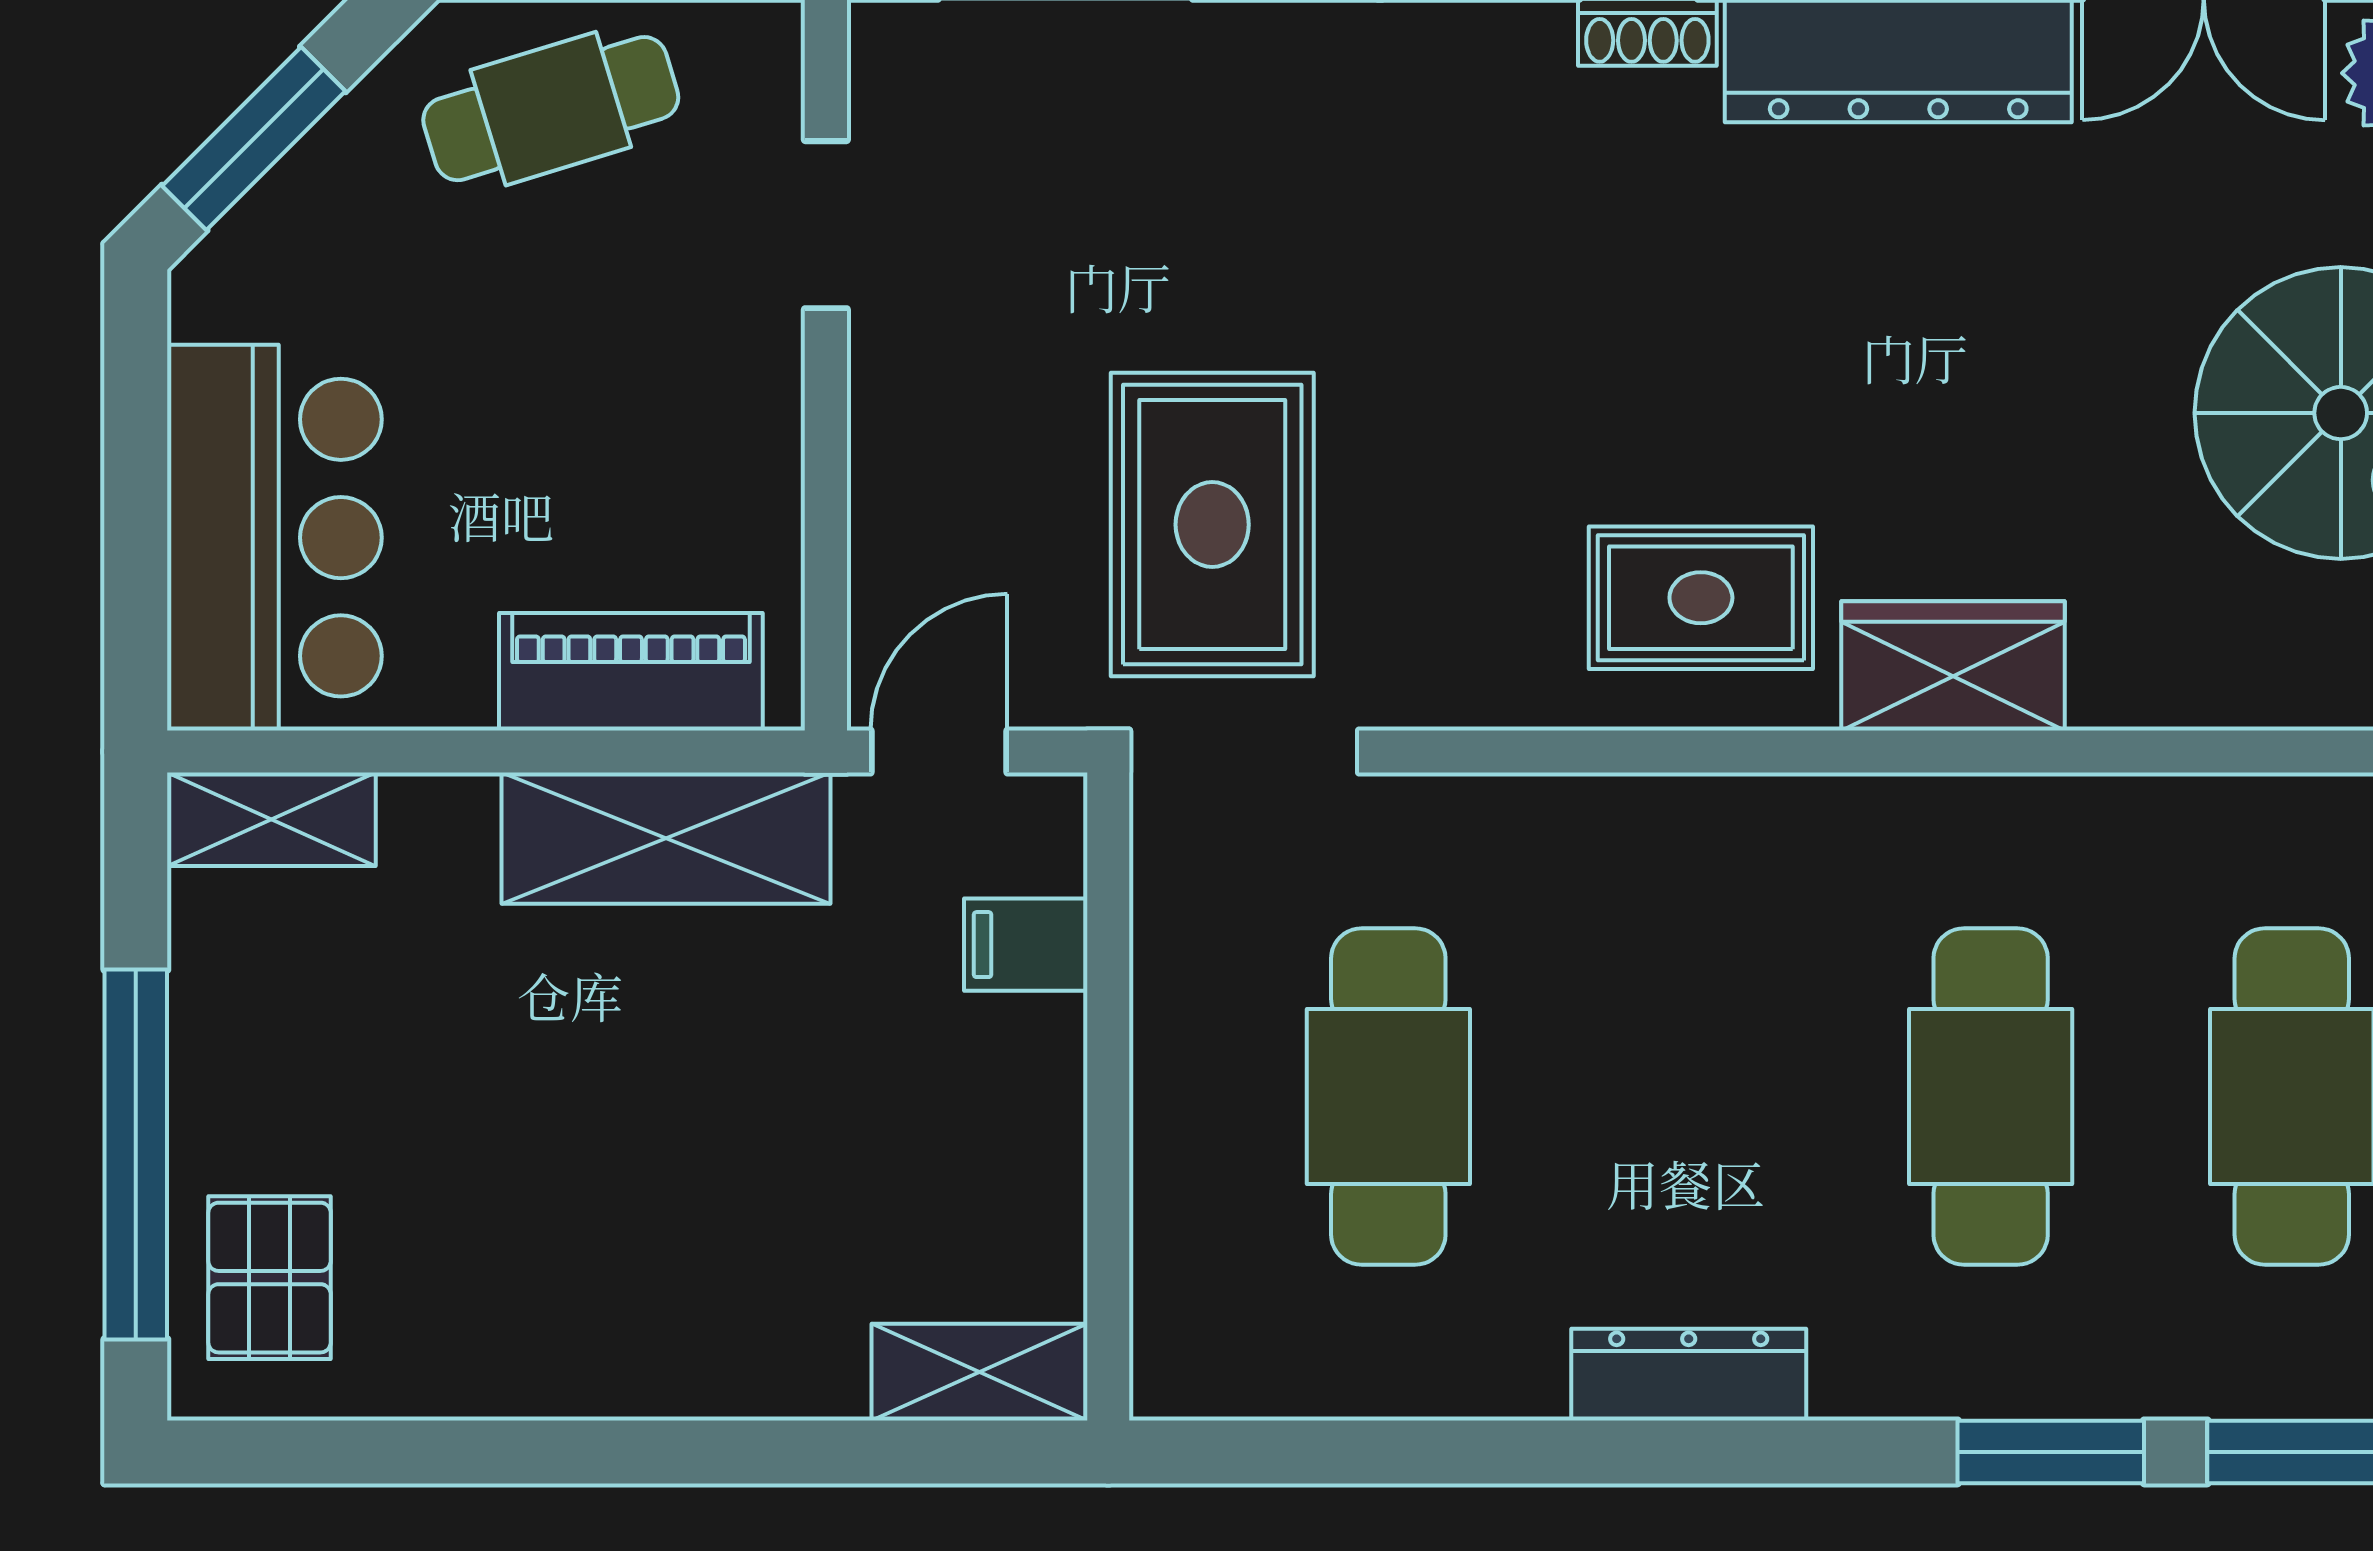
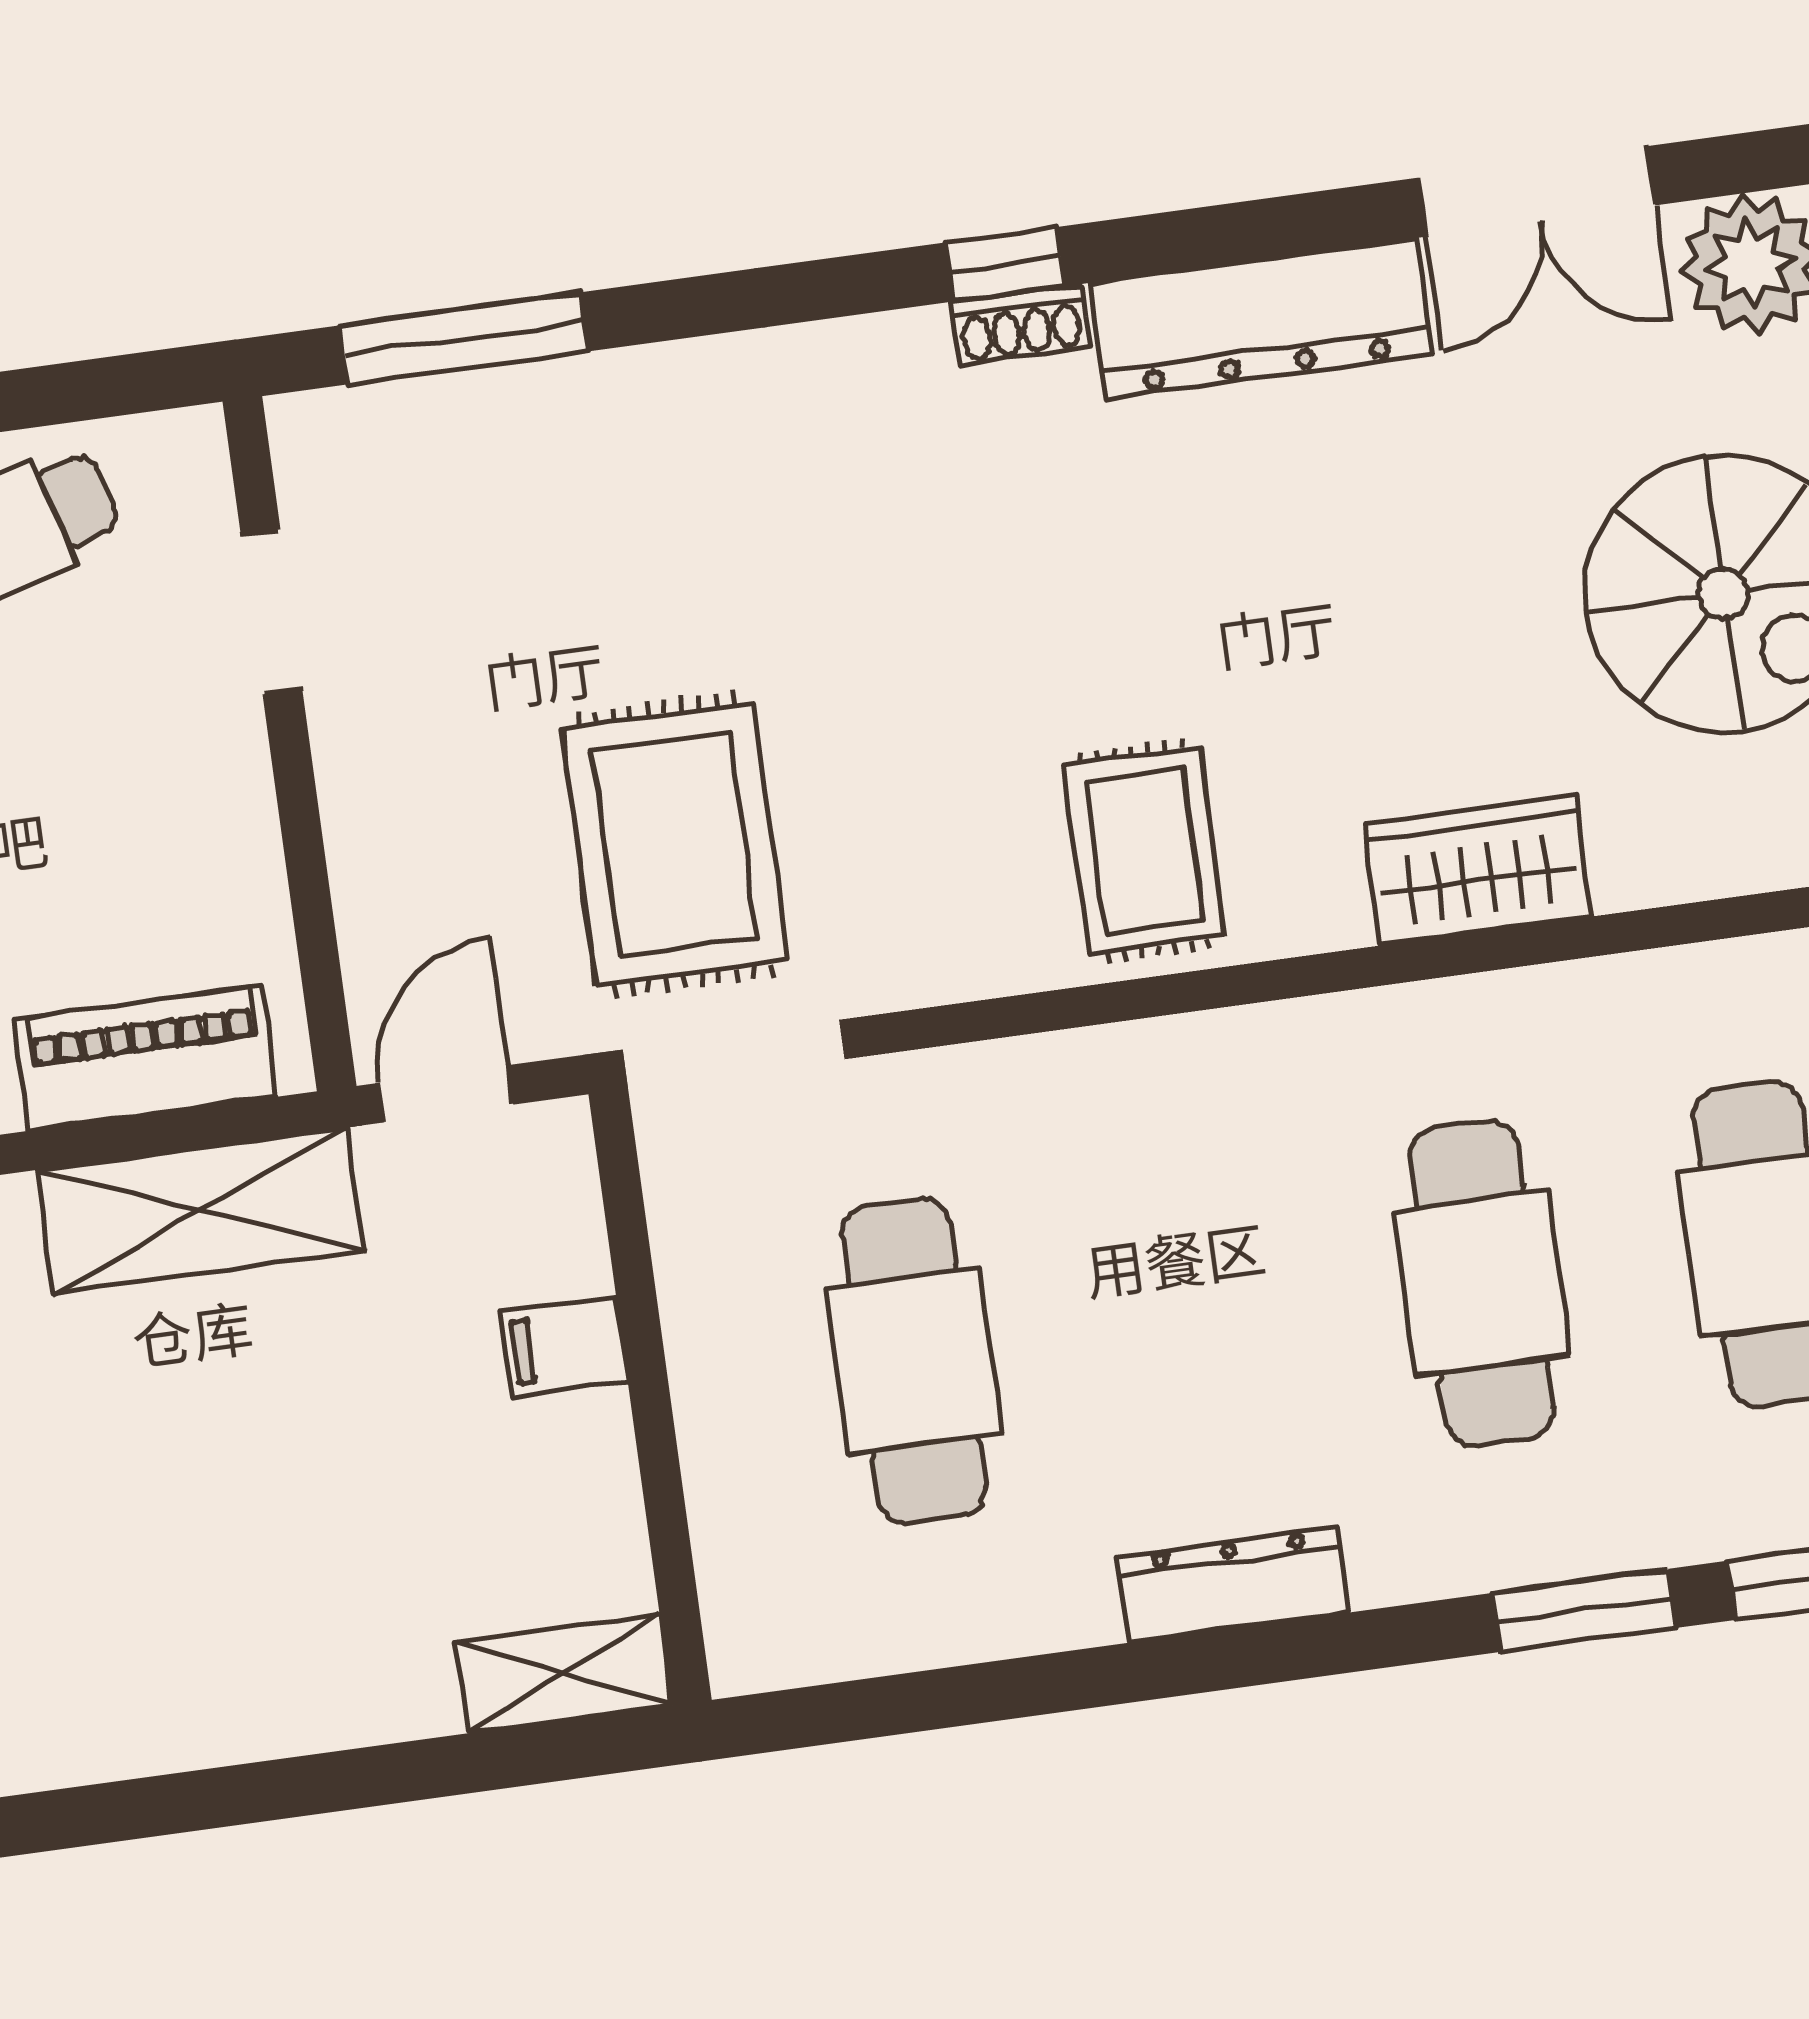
rug: (1701, 598) -> (1144, 850), turned 90
wardrobe: (1953, 666) -> (1478, 870), moved
filing cabinet: (1026, 945) -> (564, 1346), moved

